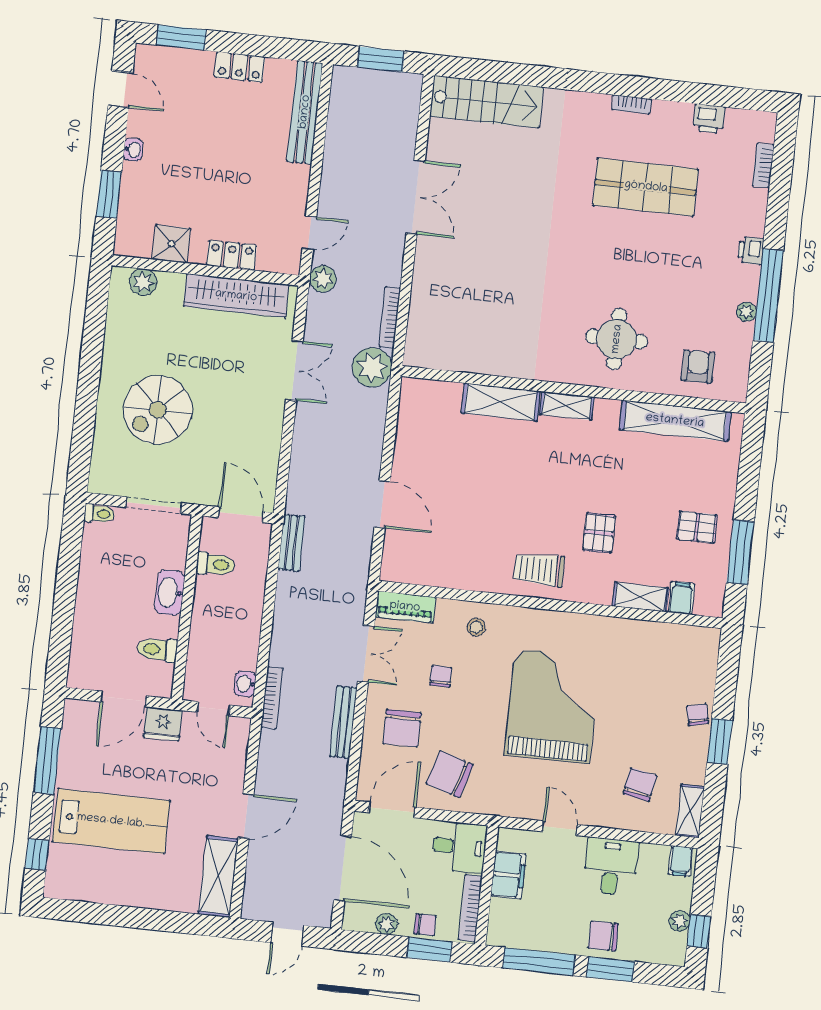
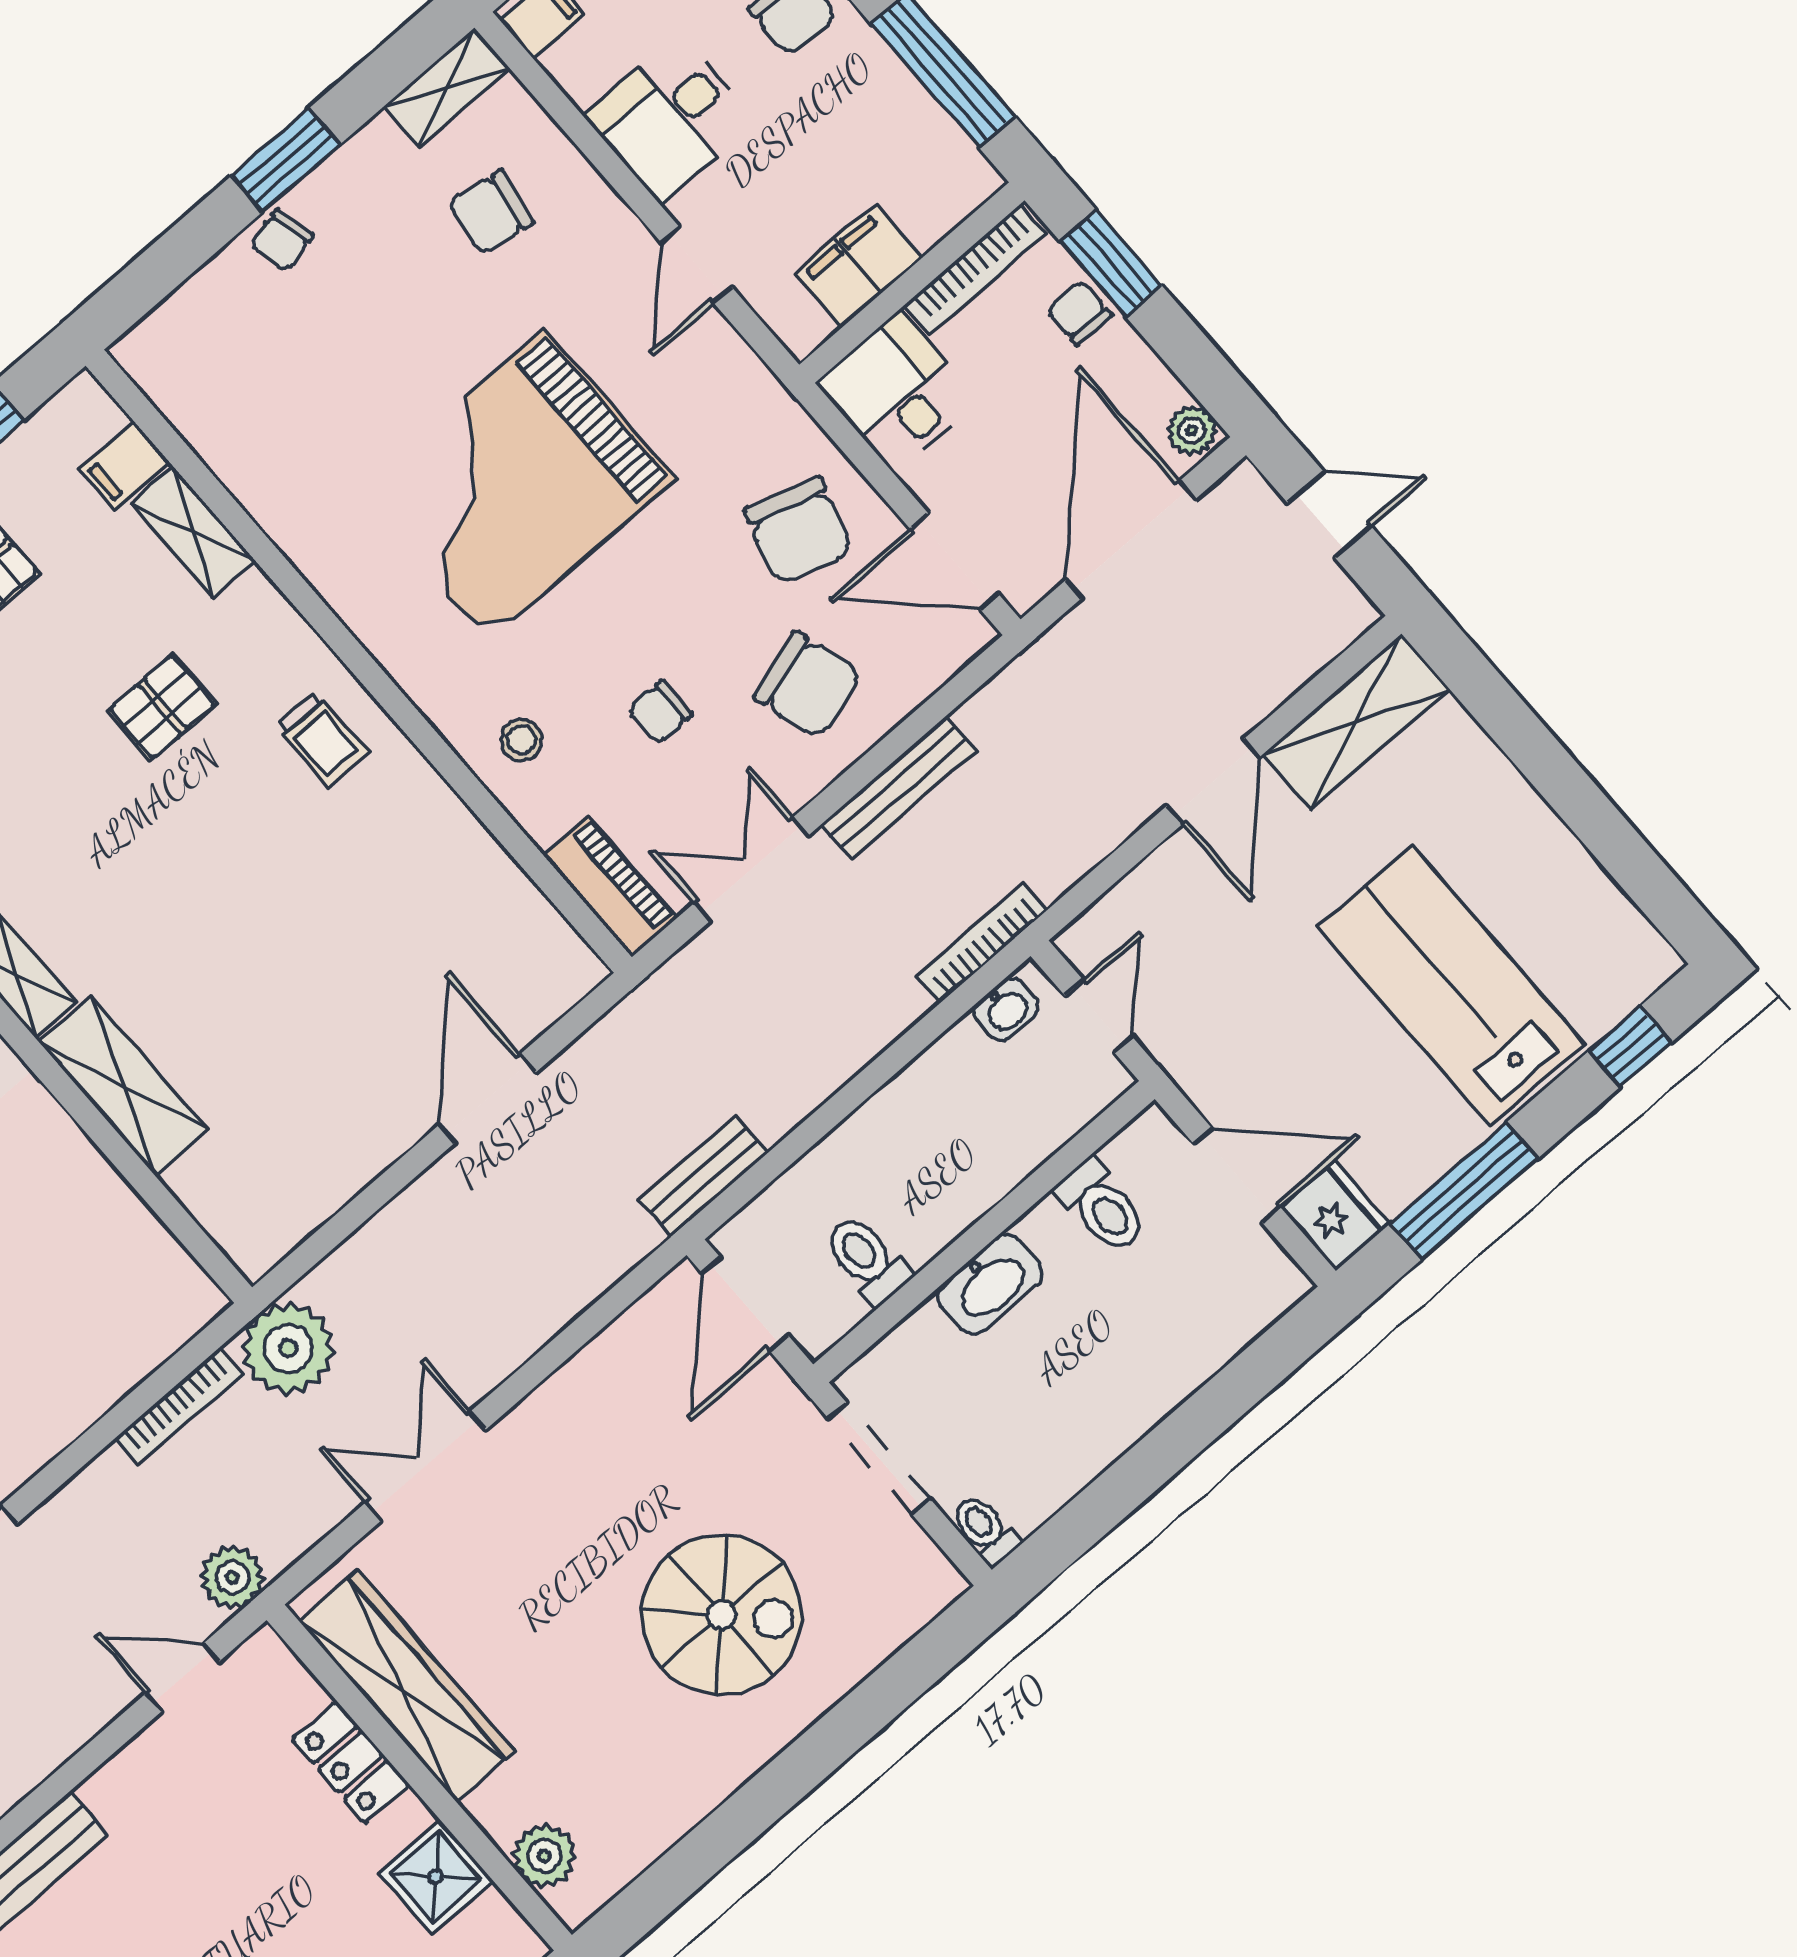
trolley: (539, 569) -> (322, 739), width x0.73, depth x0.72
fridge: (163, 724) -> (1336, 1216), moved
chair: (402, 728) -> (808, 685), turned 73
door: (246, 816) -> (1213, 782), swing flipped
plant: (386, 924) -> (1192, 430), moved

